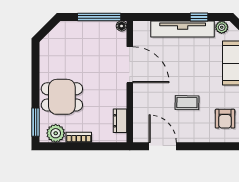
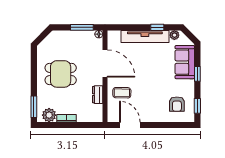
window: (99, 17) -> (82, 27), width x0.69
dining table: (62, 97) -> (61, 74), moved
coffee table: (187, 103) -> (122, 93), moved
dresser: (120, 121) -> (98, 95), moved

